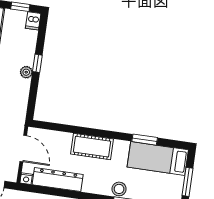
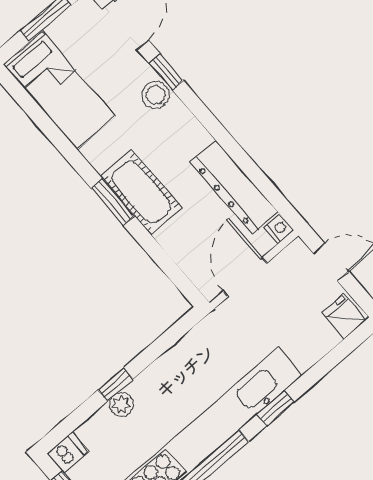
plant: (26, 72) -> (121, 405), moved
window: (145, 140) -> (113, 202), moved

